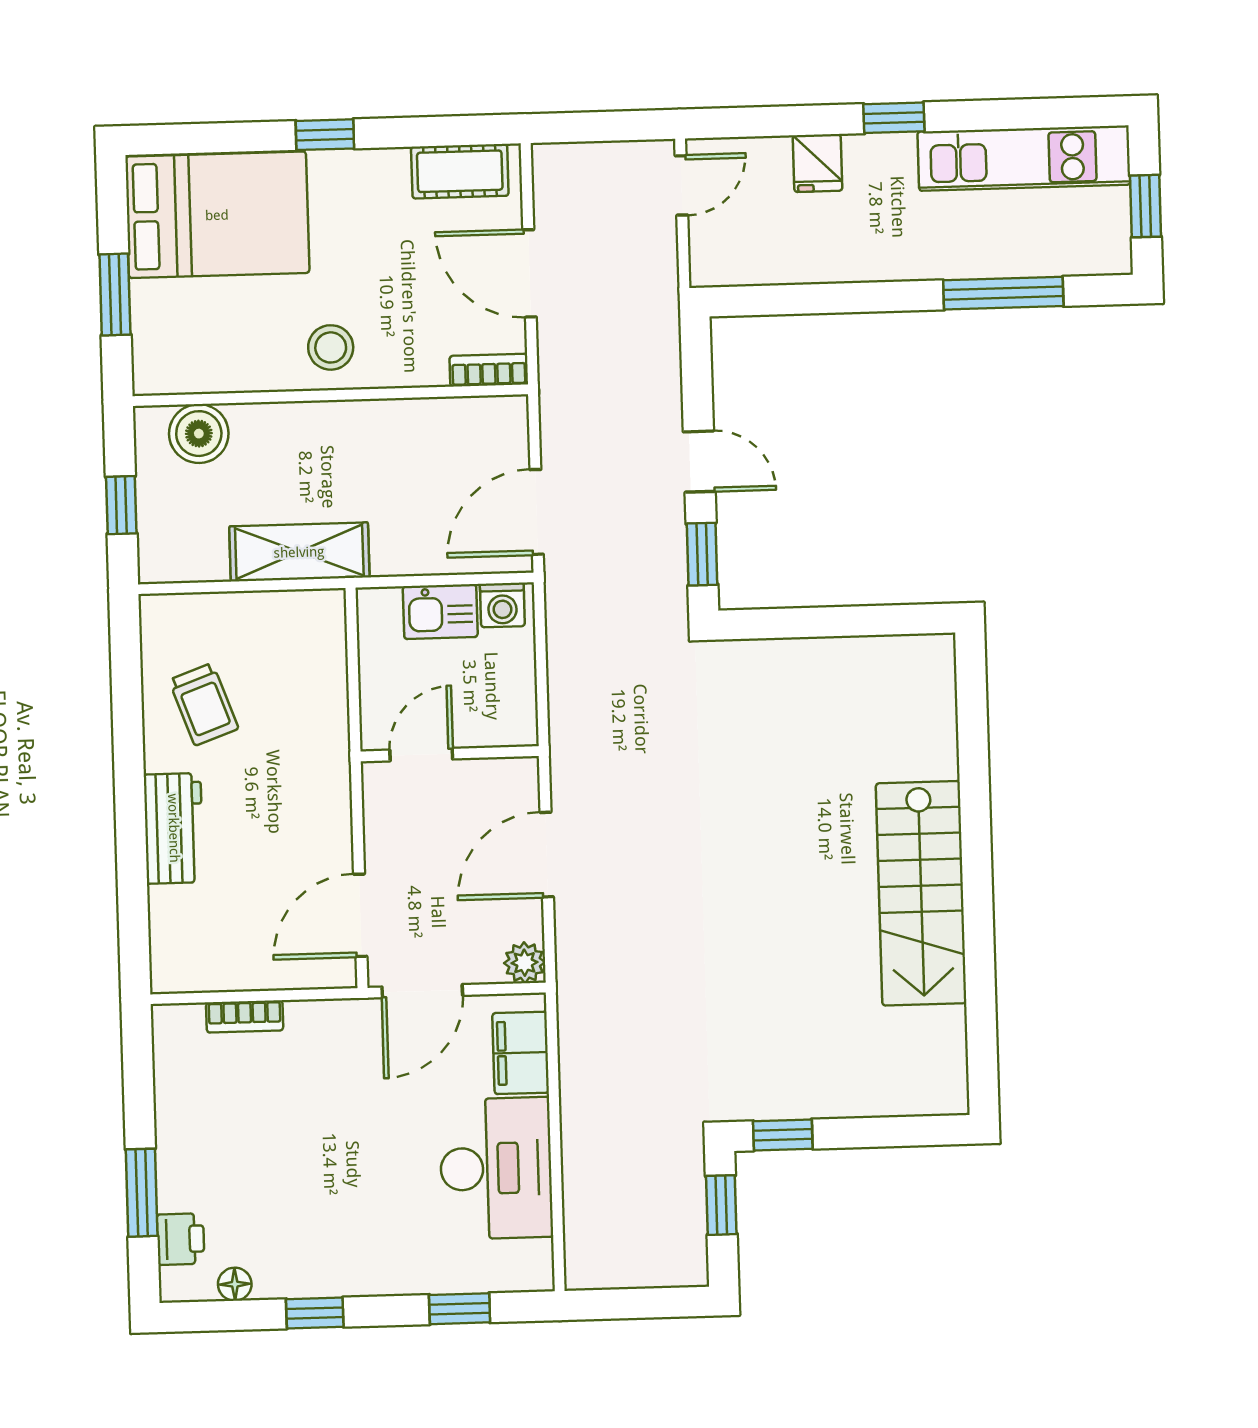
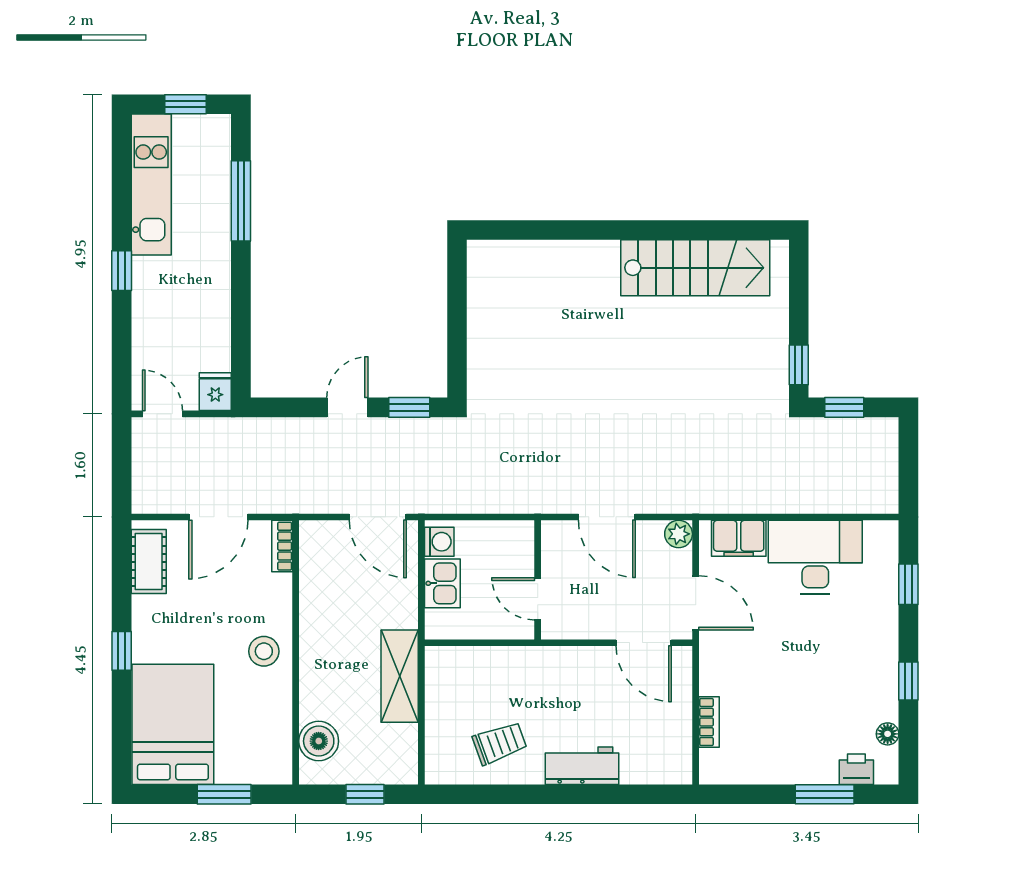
fridge: (818, 163) -> (215, 392), moved, turned -90
stairs: (921, 893) -> (695, 268), moved

